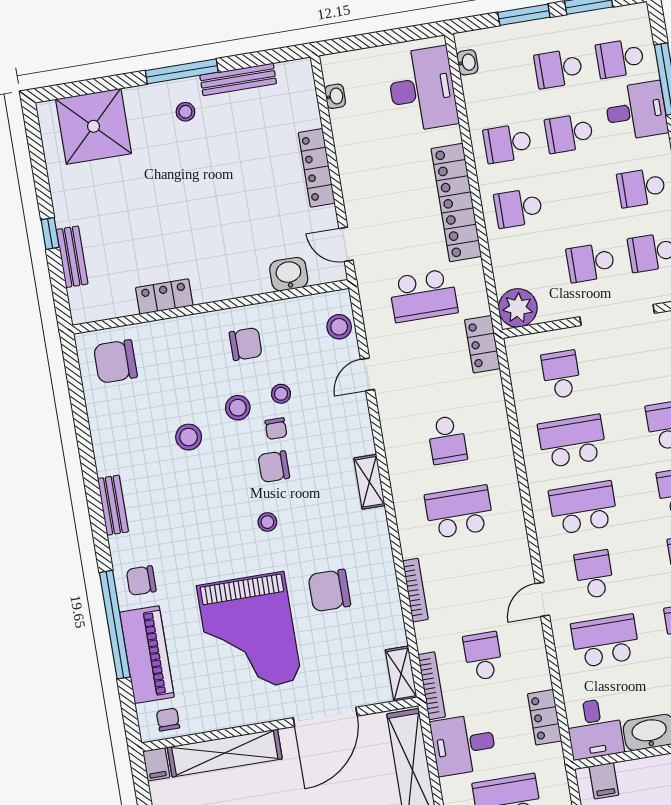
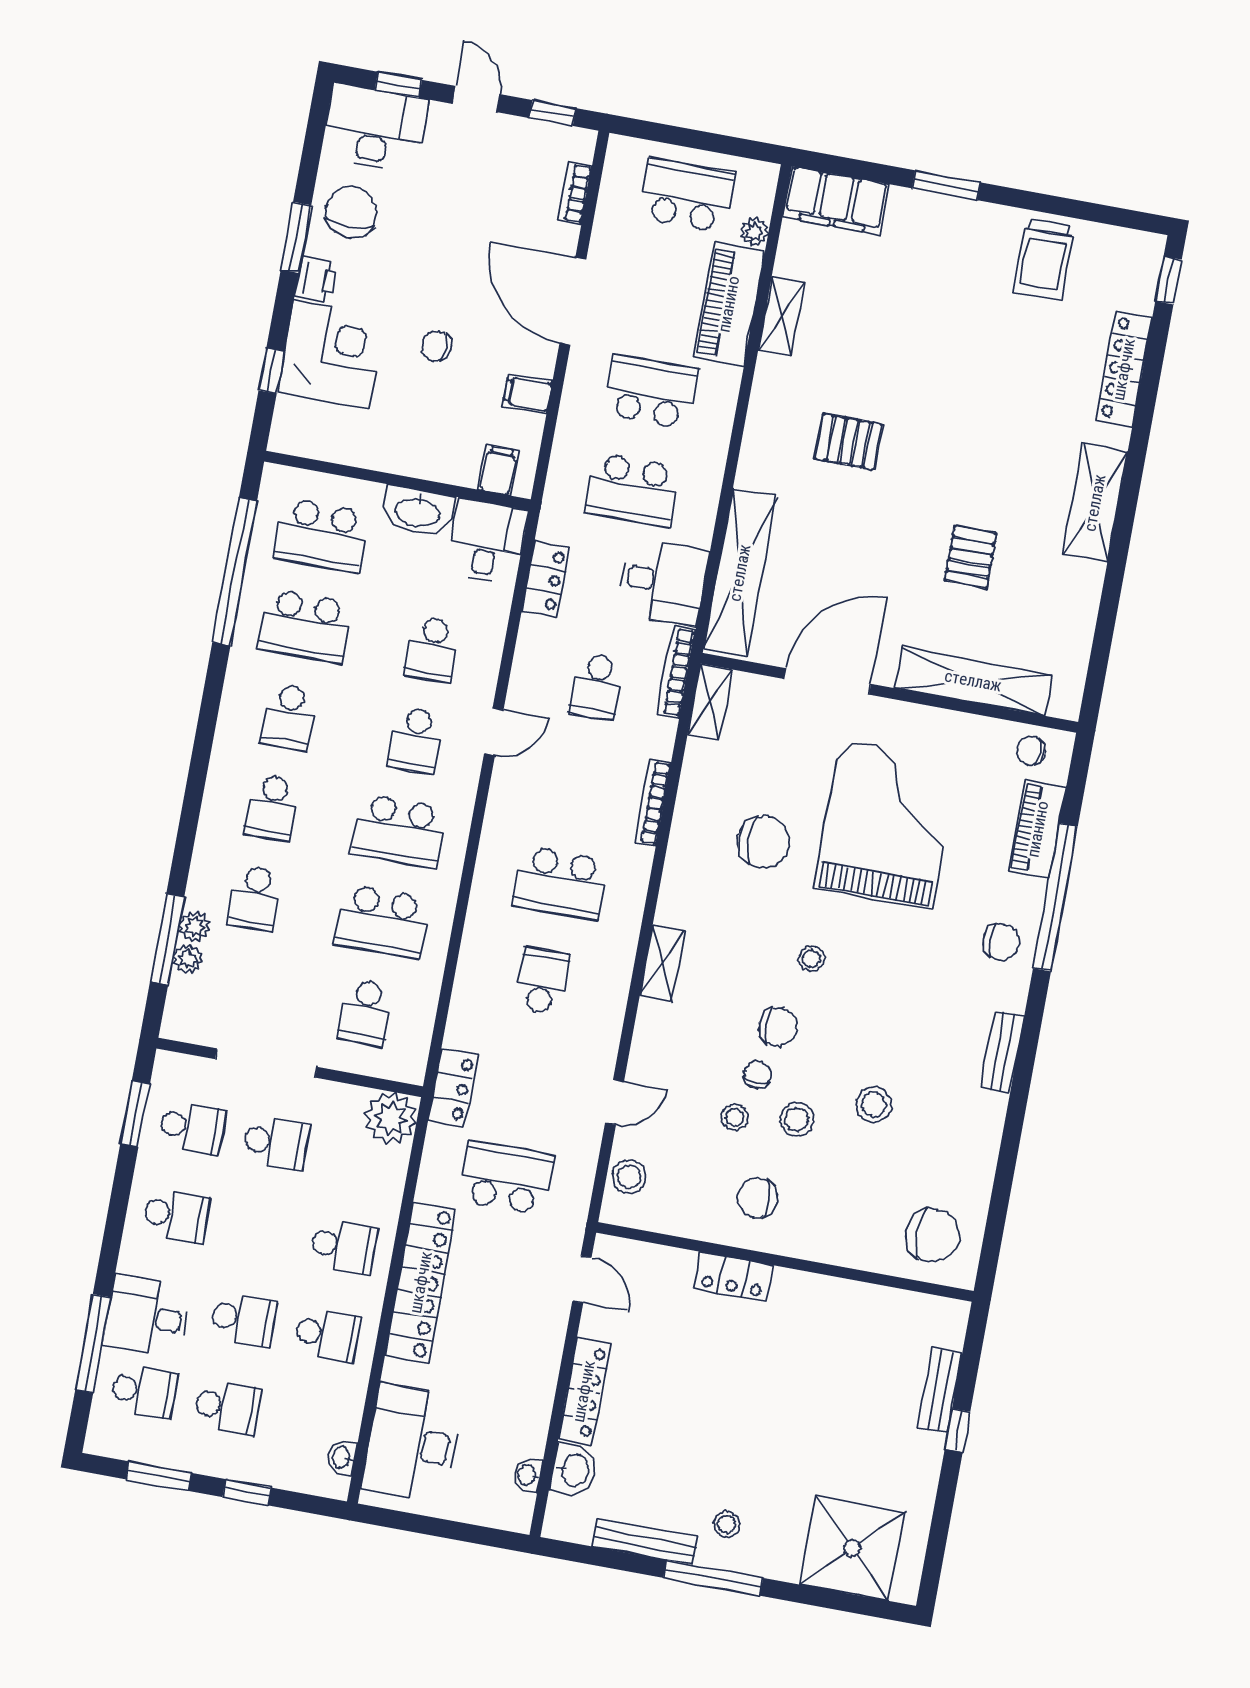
window: (524, 15) -> (247, 1492), width x0.67
washbasin: (289, 274) -> (574, 1470), moved, turned -90
locker: (164, 297) -> (733, 1277), moved
school desk: (605, 641) -> (432, 649), width x0.54
piano: (147, 655) -> (1038, 829), width x0.73, depth x0.75
chair: (168, 720) -> (1031, 751), turned 90
filing cabinet: (156, 764) -> (1067, 699), removed

